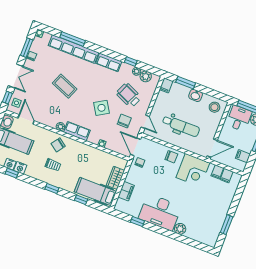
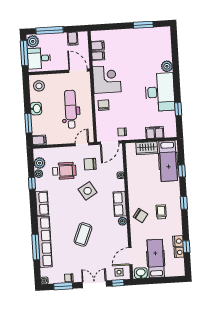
wheelchair: (129, 95) -> (64, 171), turned -114

